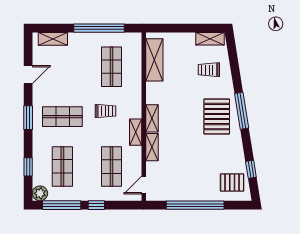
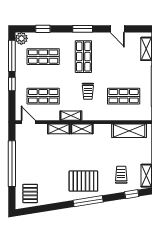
window: (251, 169) -> (132, 194), moved

